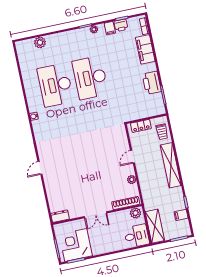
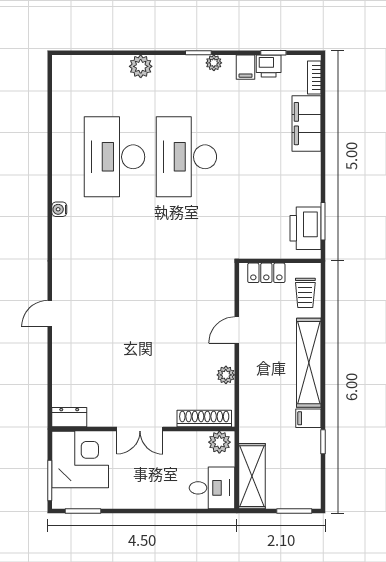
plant: (40, 42) -> (141, 66), moved
printer: (152, 83) -> (306, 228), moved
filing cabinet: (181, 215) -> (308, 418), moved
corner desk: (76, 245) -> (80, 459), moved, turned 90

